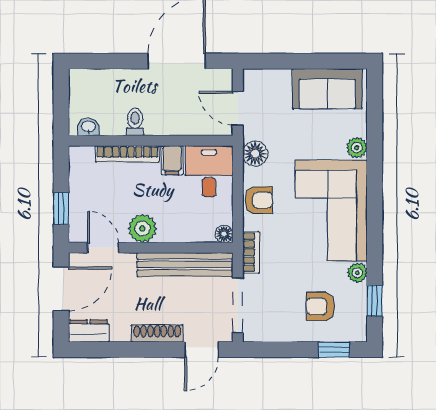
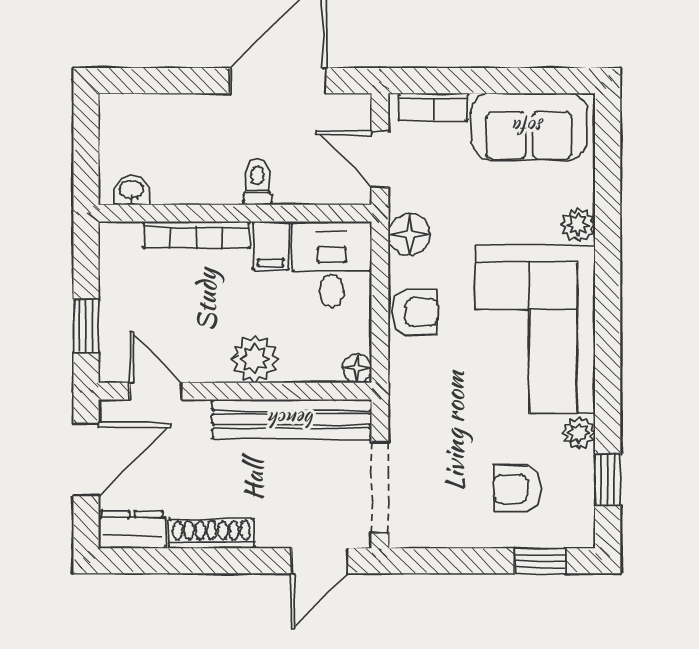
toilet: (135, 122) -> (257, 182), moved
plant: (142, 228) -> (255, 359), moved
bookcase: (251, 252) -> (433, 107), moved, turned 90
shoe rack: (157, 333) -> (212, 534), moved

